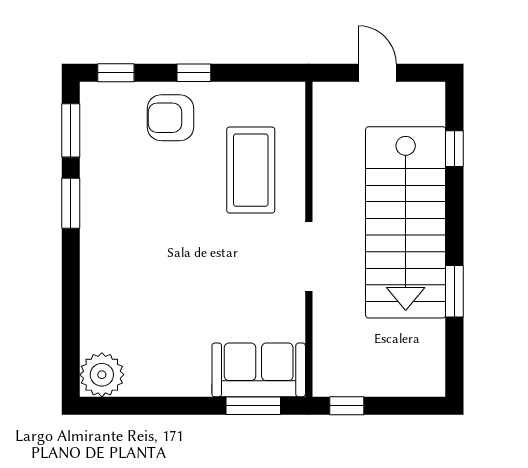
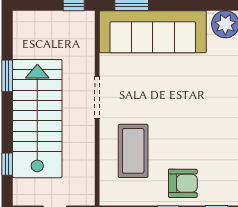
sofa: (259, 370) -> (153, 32), width x1.85, depth x1.27

